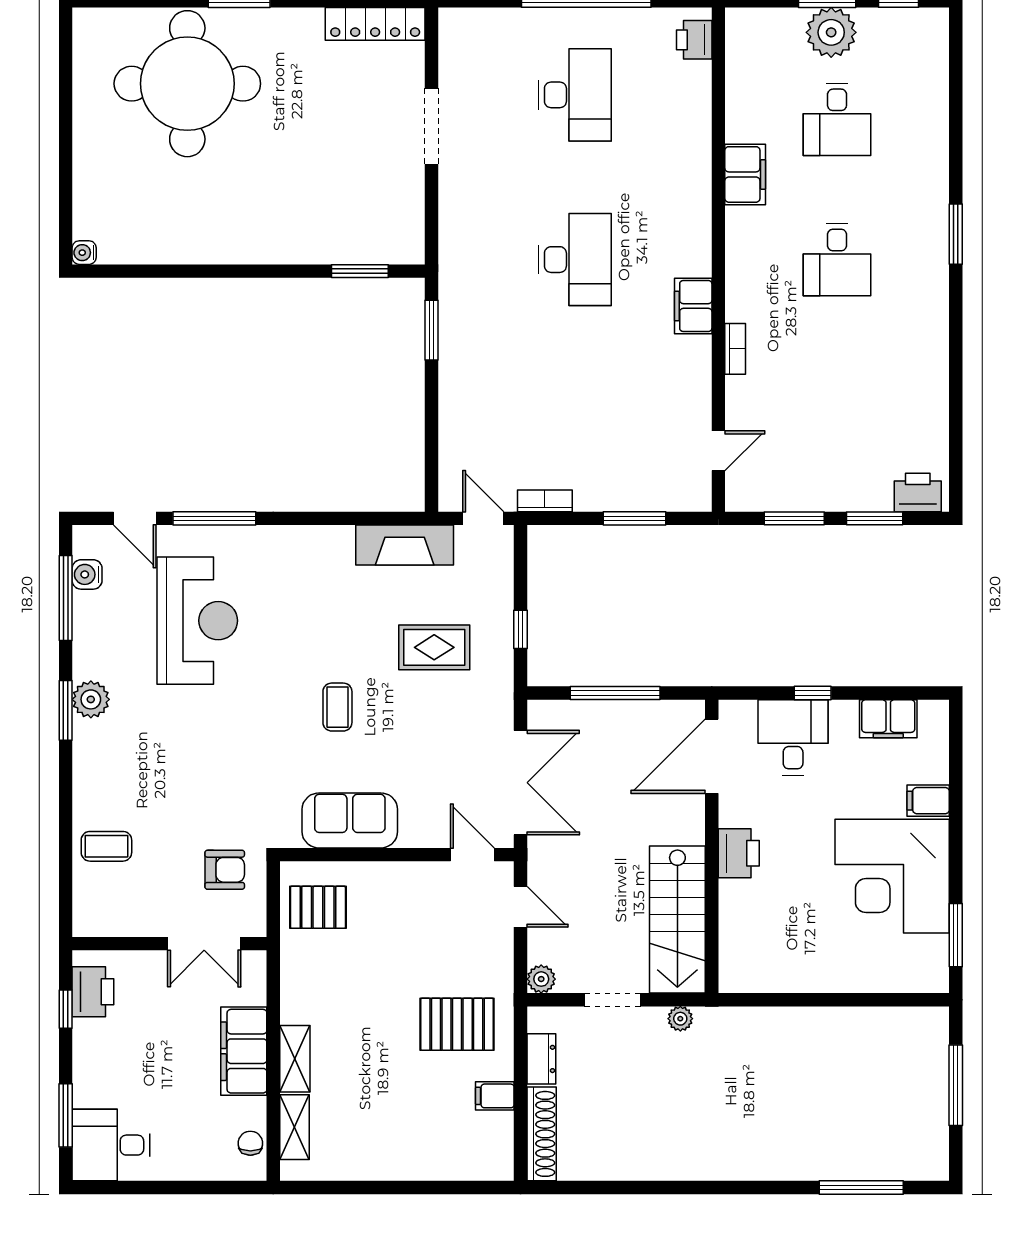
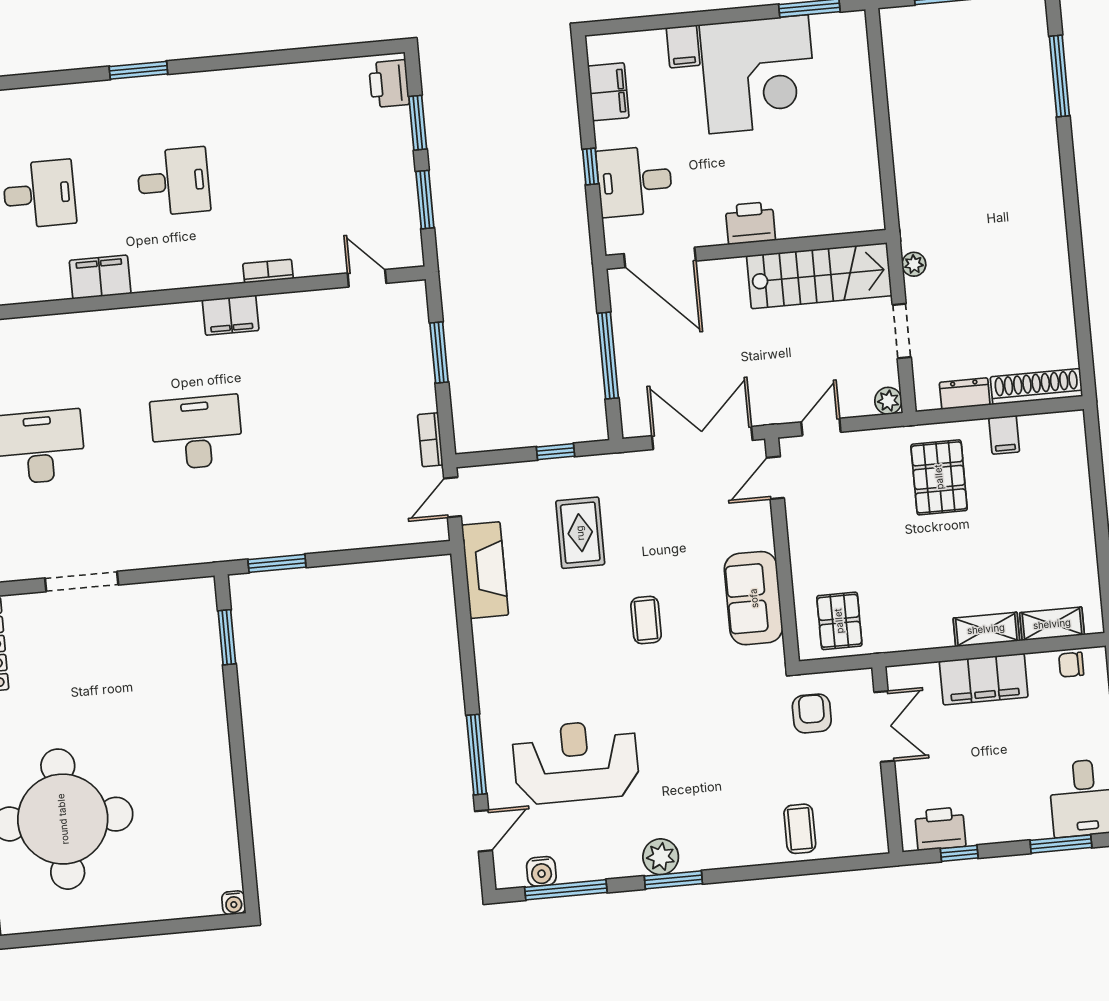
coffee table: (337, 707) -> (646, 620), turned 90

